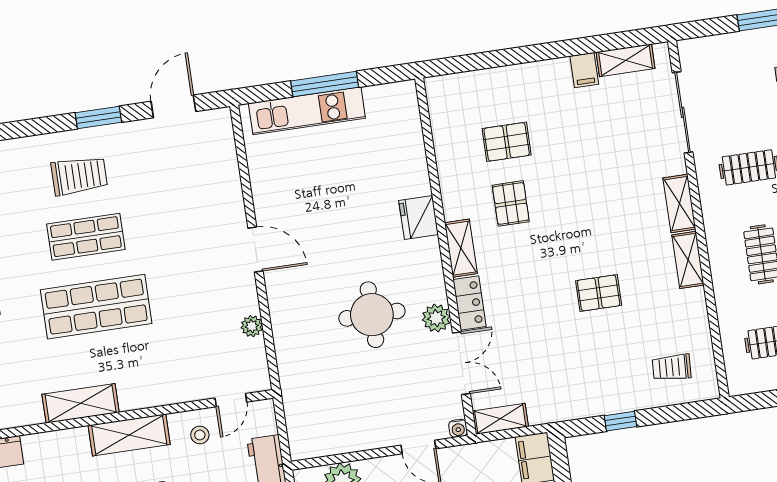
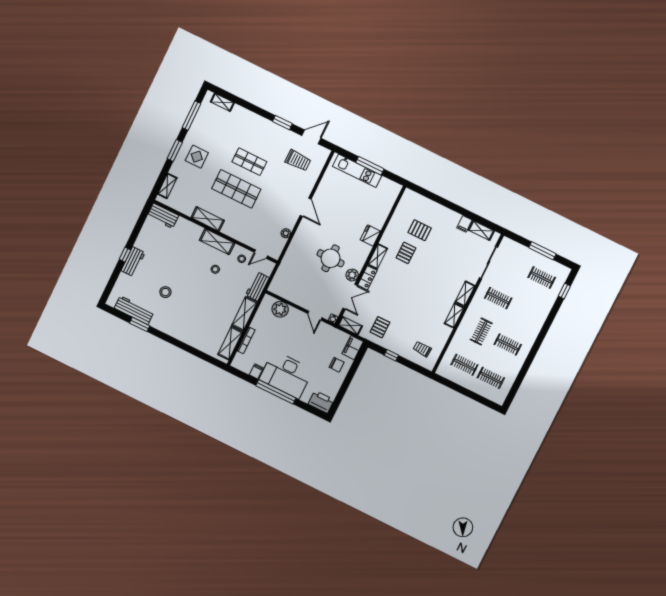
trolley: (79, 176) -> (298, 160), moved
pallet: (599, 293) -> (380, 327), moved, turned 90

